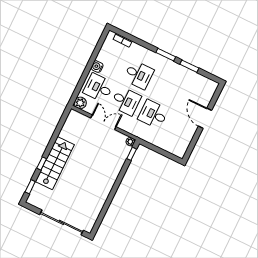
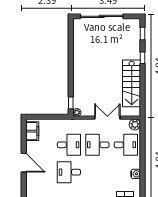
water cooler: (97, 67) -> (136, 174), moved
desk: (139, 75) -> (69, 172), moved
double door: (103, 122) -> (107, 118), swing flipped
filing cabinet: (182, 145) -> (32, 131), added
stairs: (55, 163) -> (132, 83), moved

